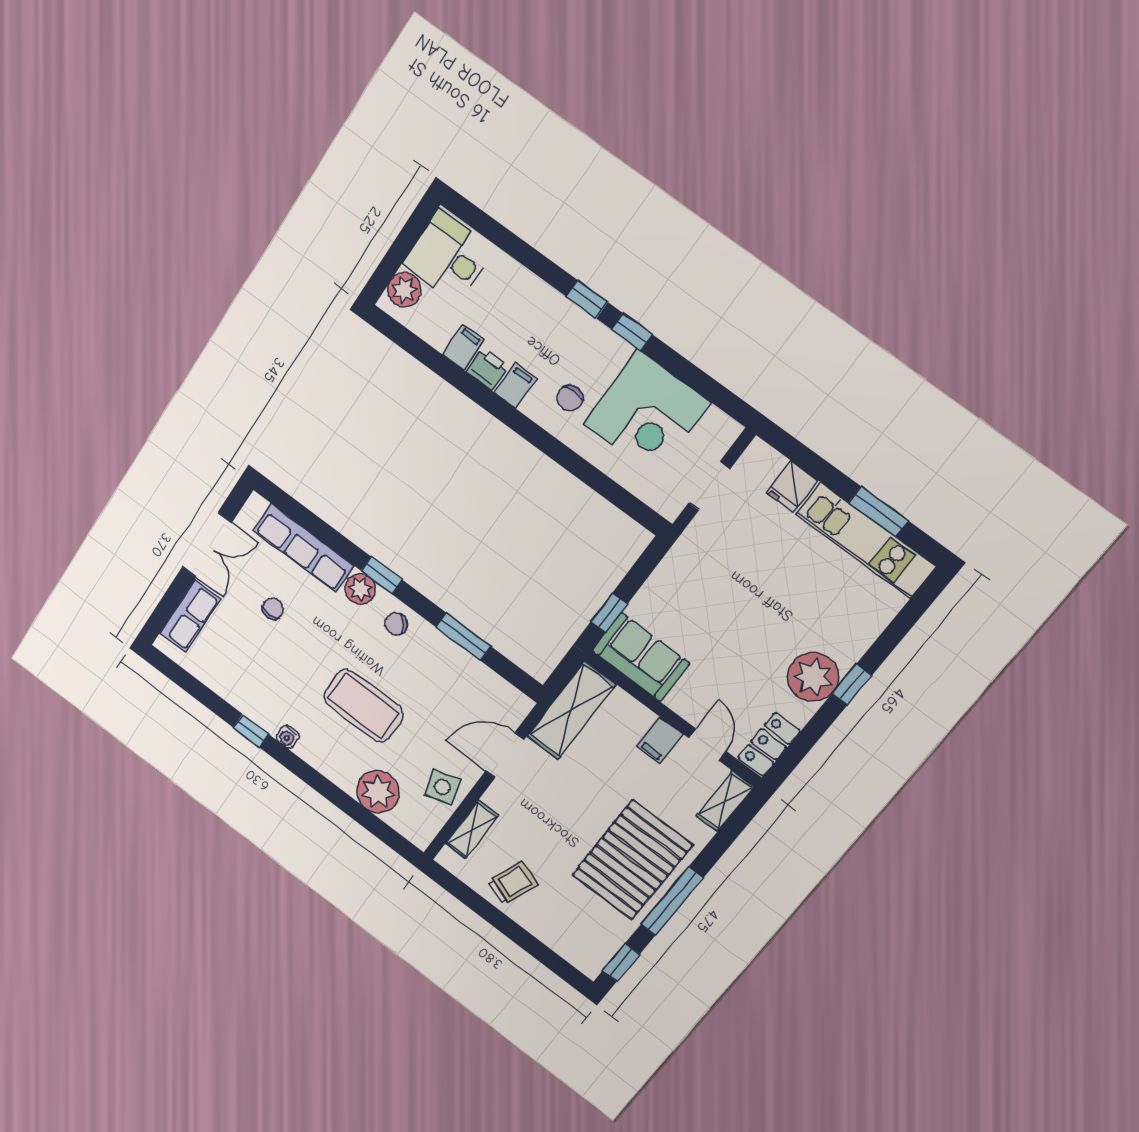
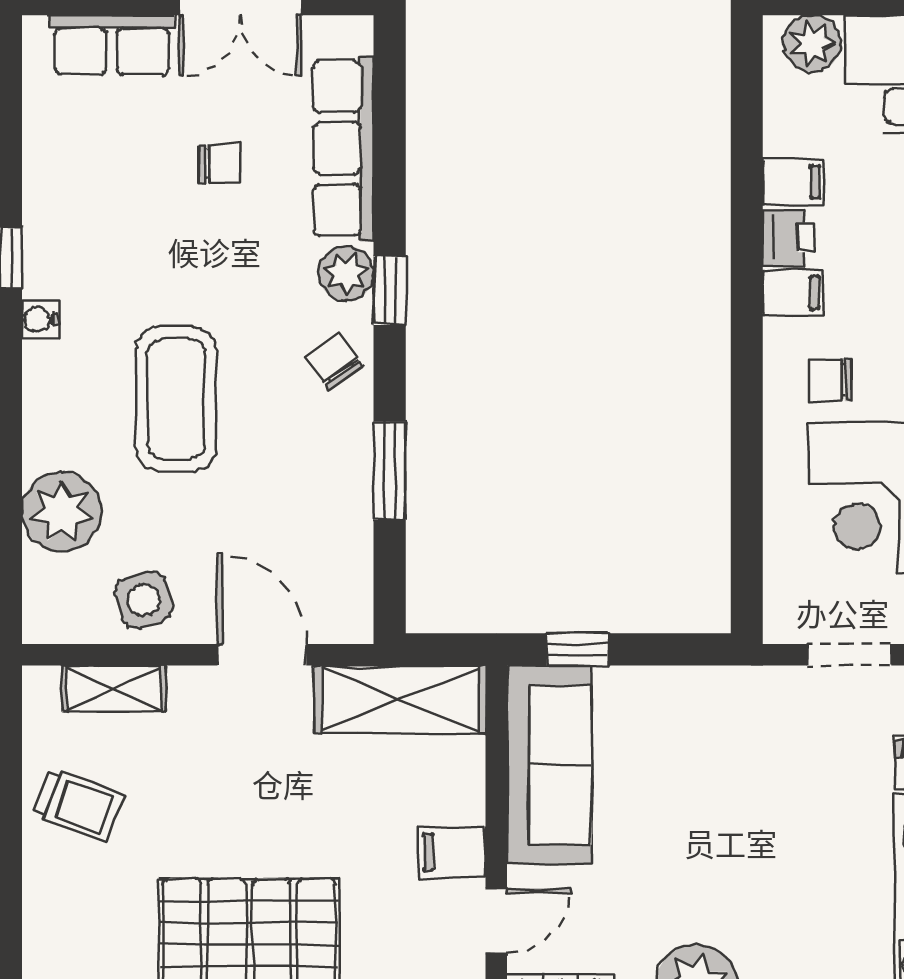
sofa: (641, 657) -> (549, 765), width x1.36

